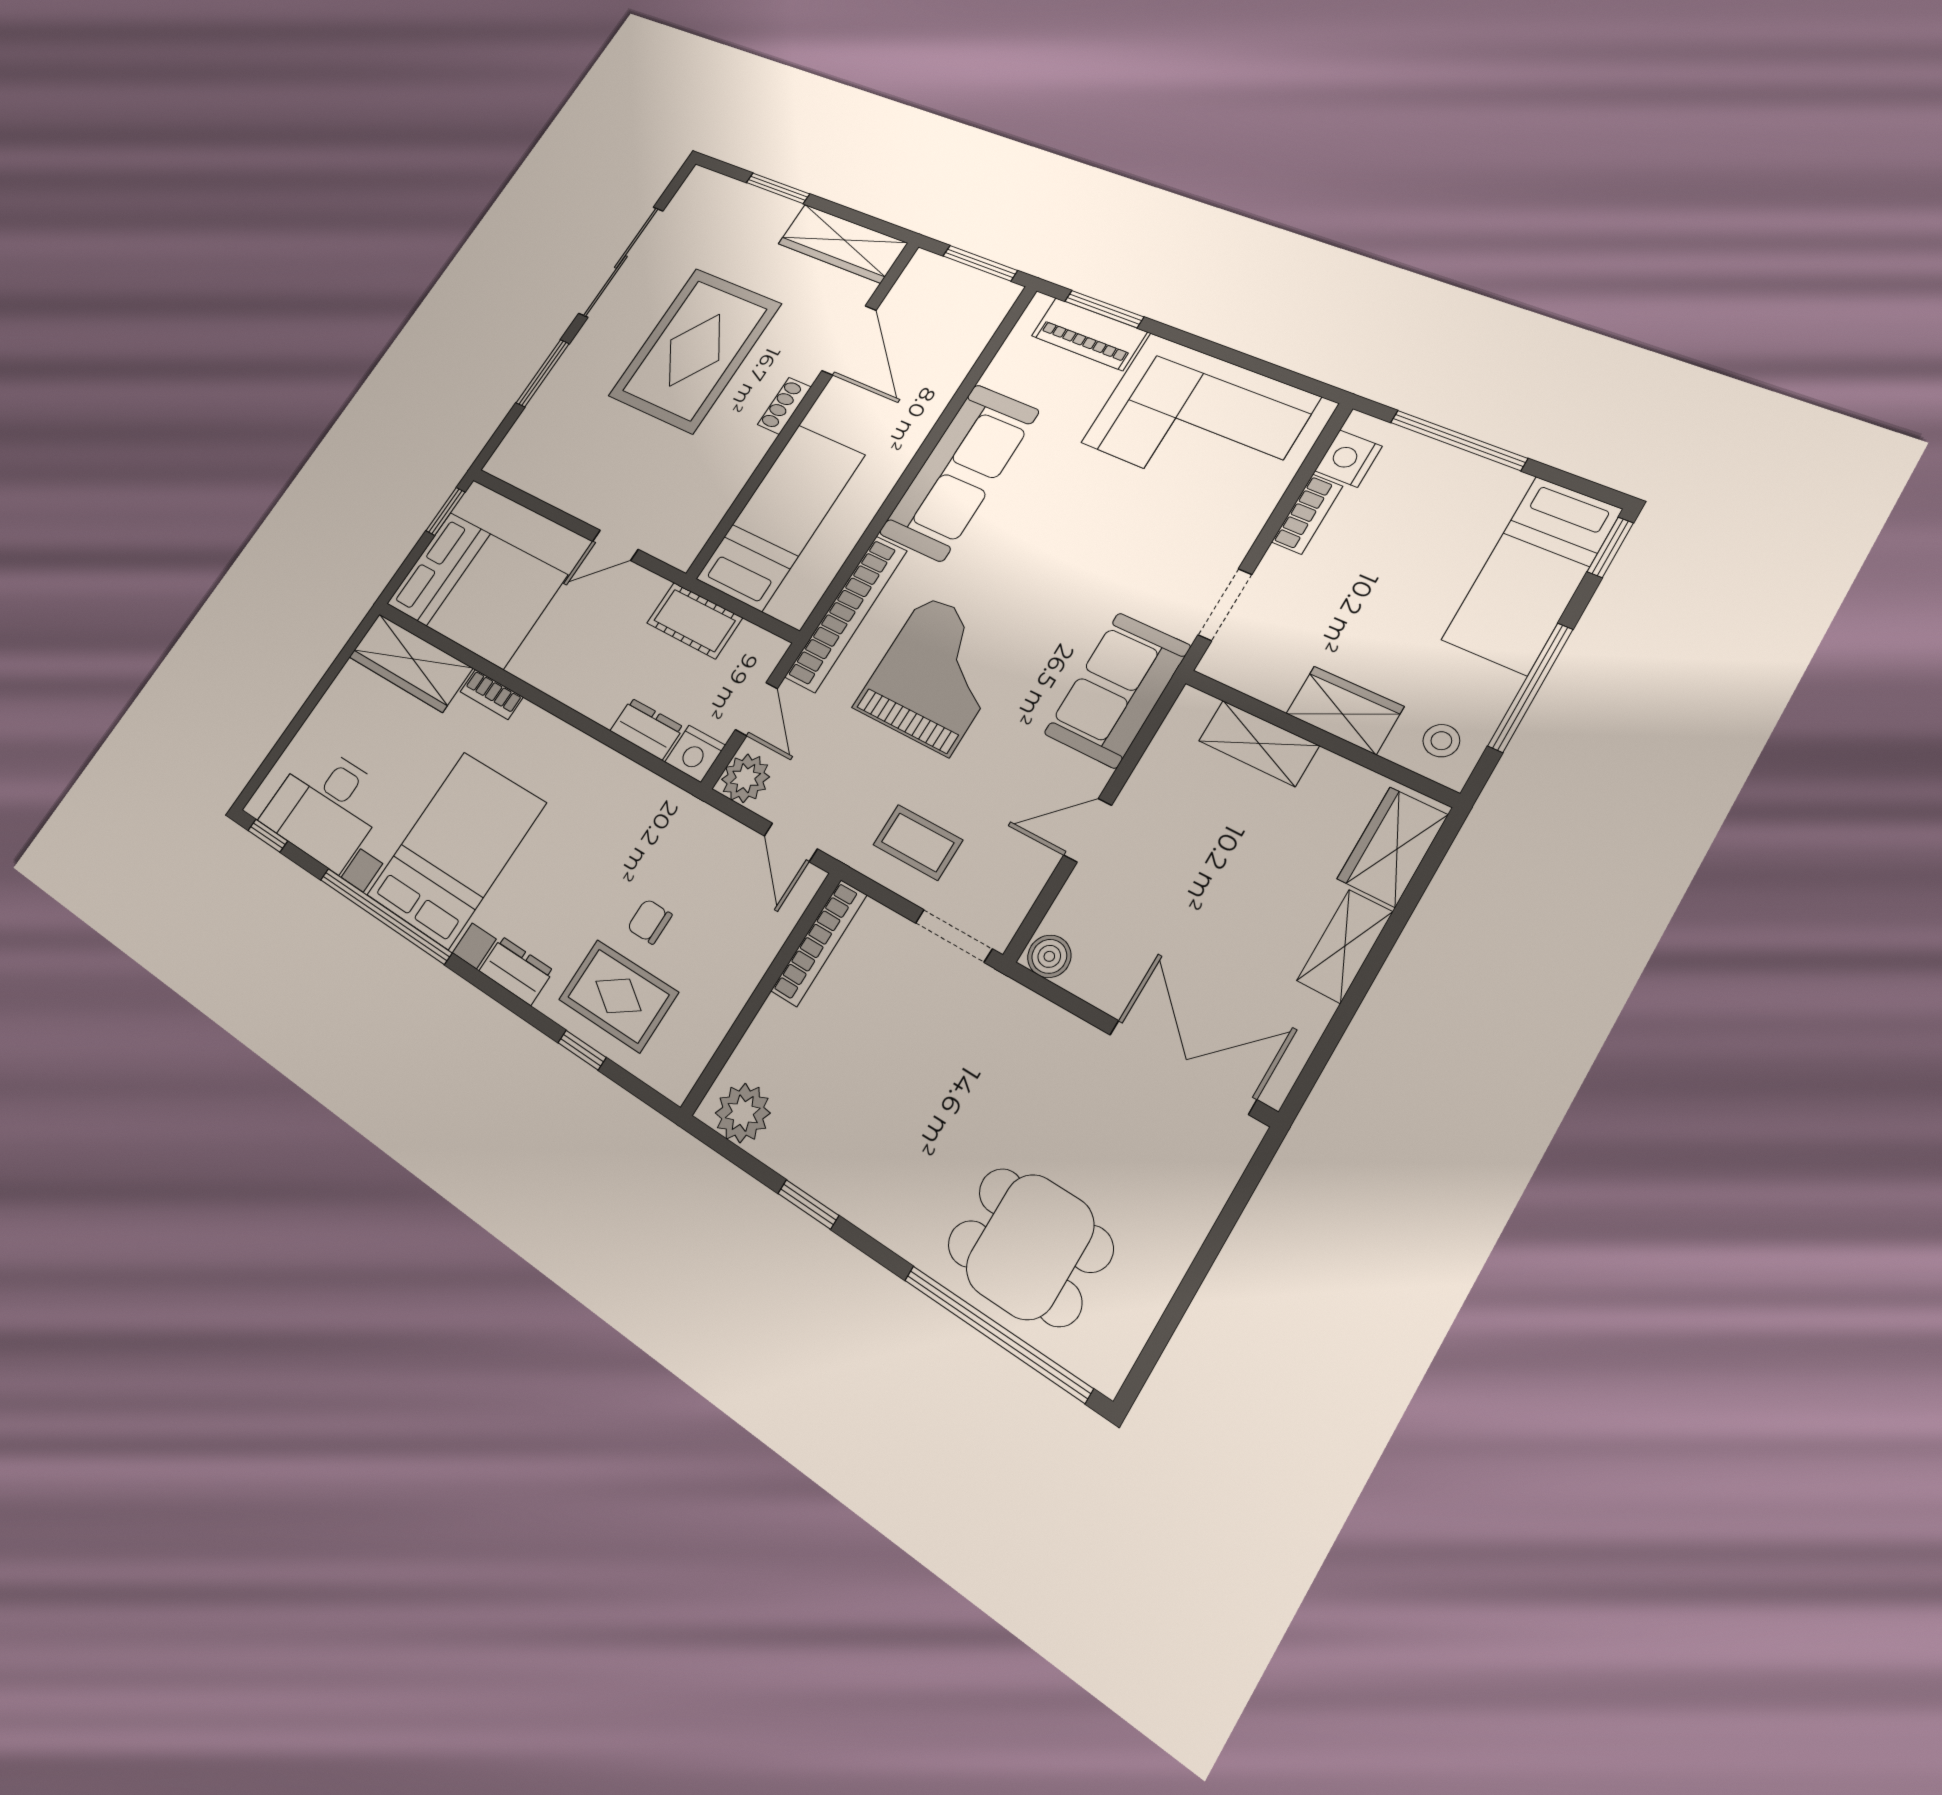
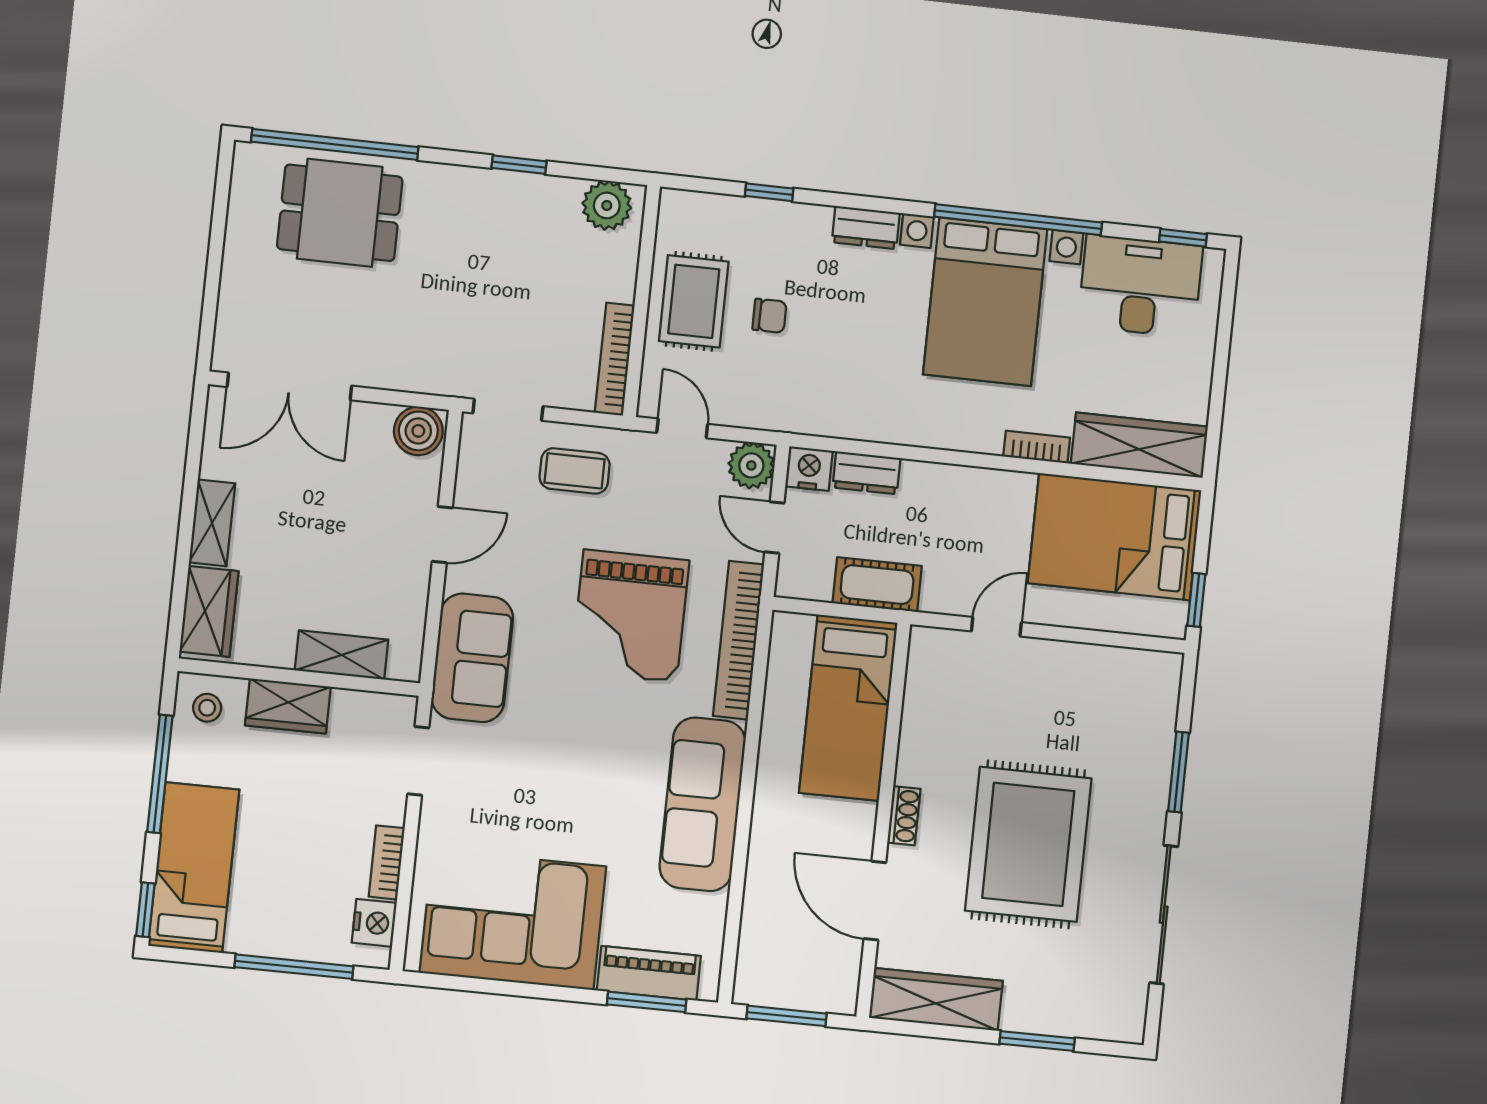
boiler: (1049, 956) -> (418, 431), width x1.36, depth x1.36
rug: (618, 996) -> (694, 301), moved, turned 90

